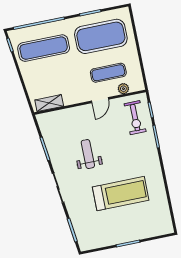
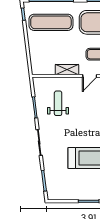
shelving: (49, 103) -> (67, 70), moved
weight bench: (88, 154) -> (58, 103), moved

